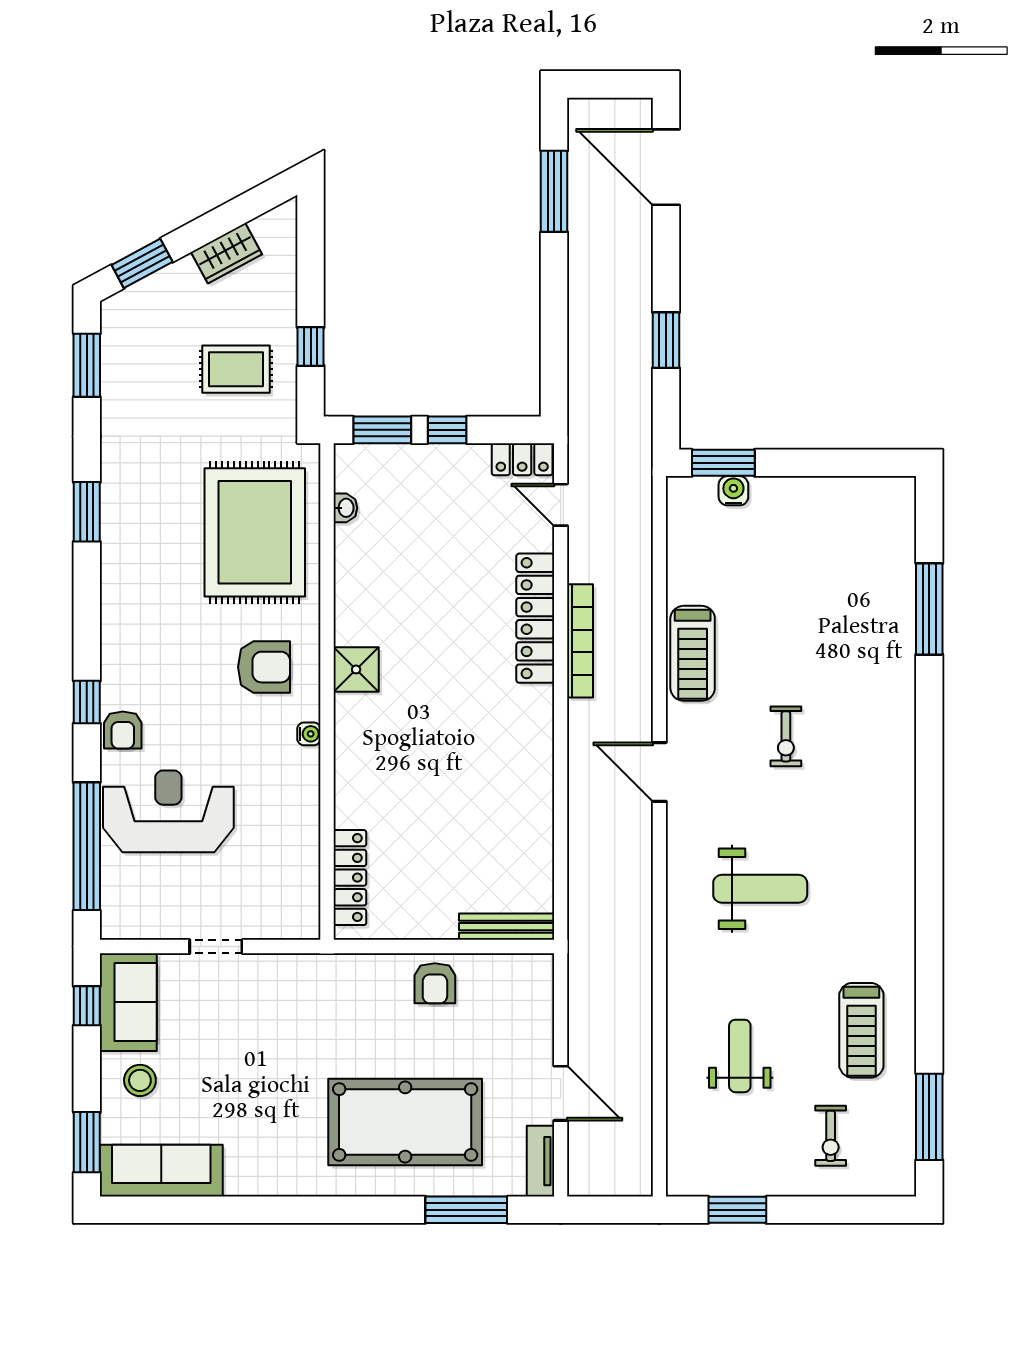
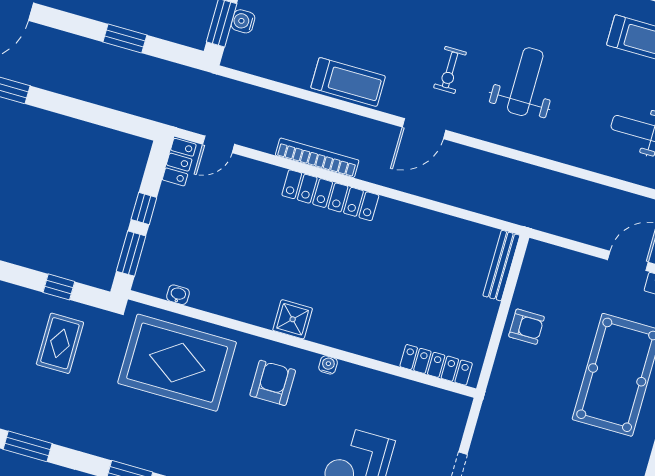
locker: (535, 618) -> (330, 195), moved
exercise bike: (786, 736) -> (450, 70), moved, turned 90

